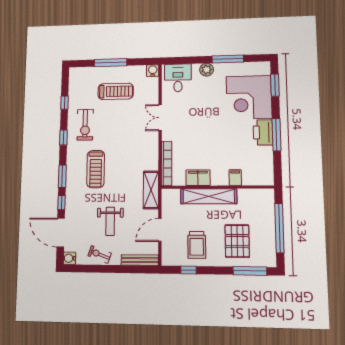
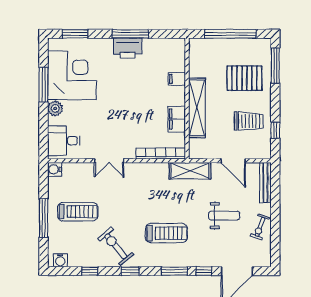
treadmill: (116, 91) -> (78, 212), turned 90
corner desk: (249, 97) -> (72, 75), moved, turned -90
exercise bike: (85, 125) -> (116, 246), turned -130
water cooler: (69, 258) -> (60, 260), moved

